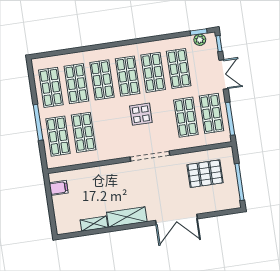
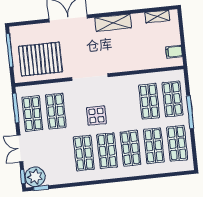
plant: (200, 40) -> (35, 177), width x1.88, depth x1.88
shop shelf: (179, 69) -> (60, 156), removed
pallet: (205, 174) -> (40, 59), width x1.37, depth x1.41
shelving: (94, 224) -> (157, 16), moved

